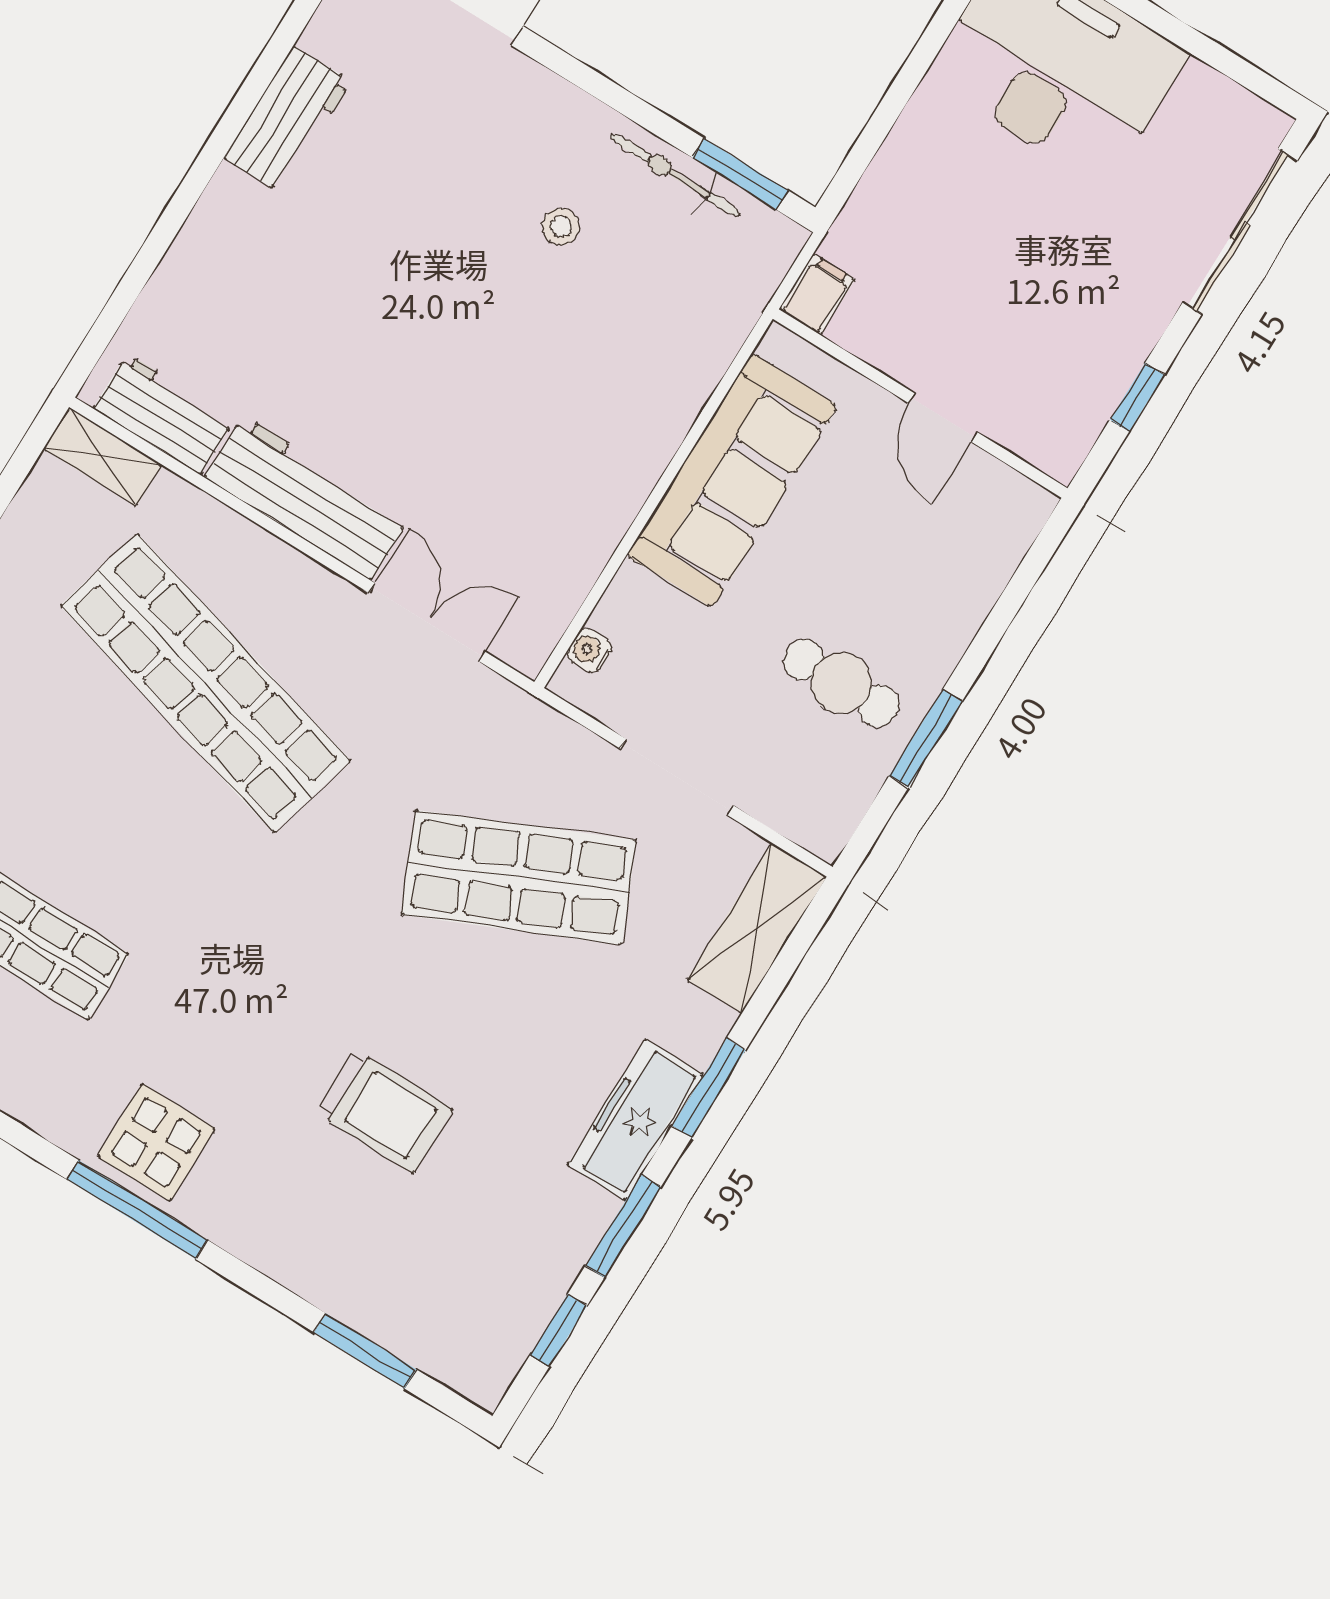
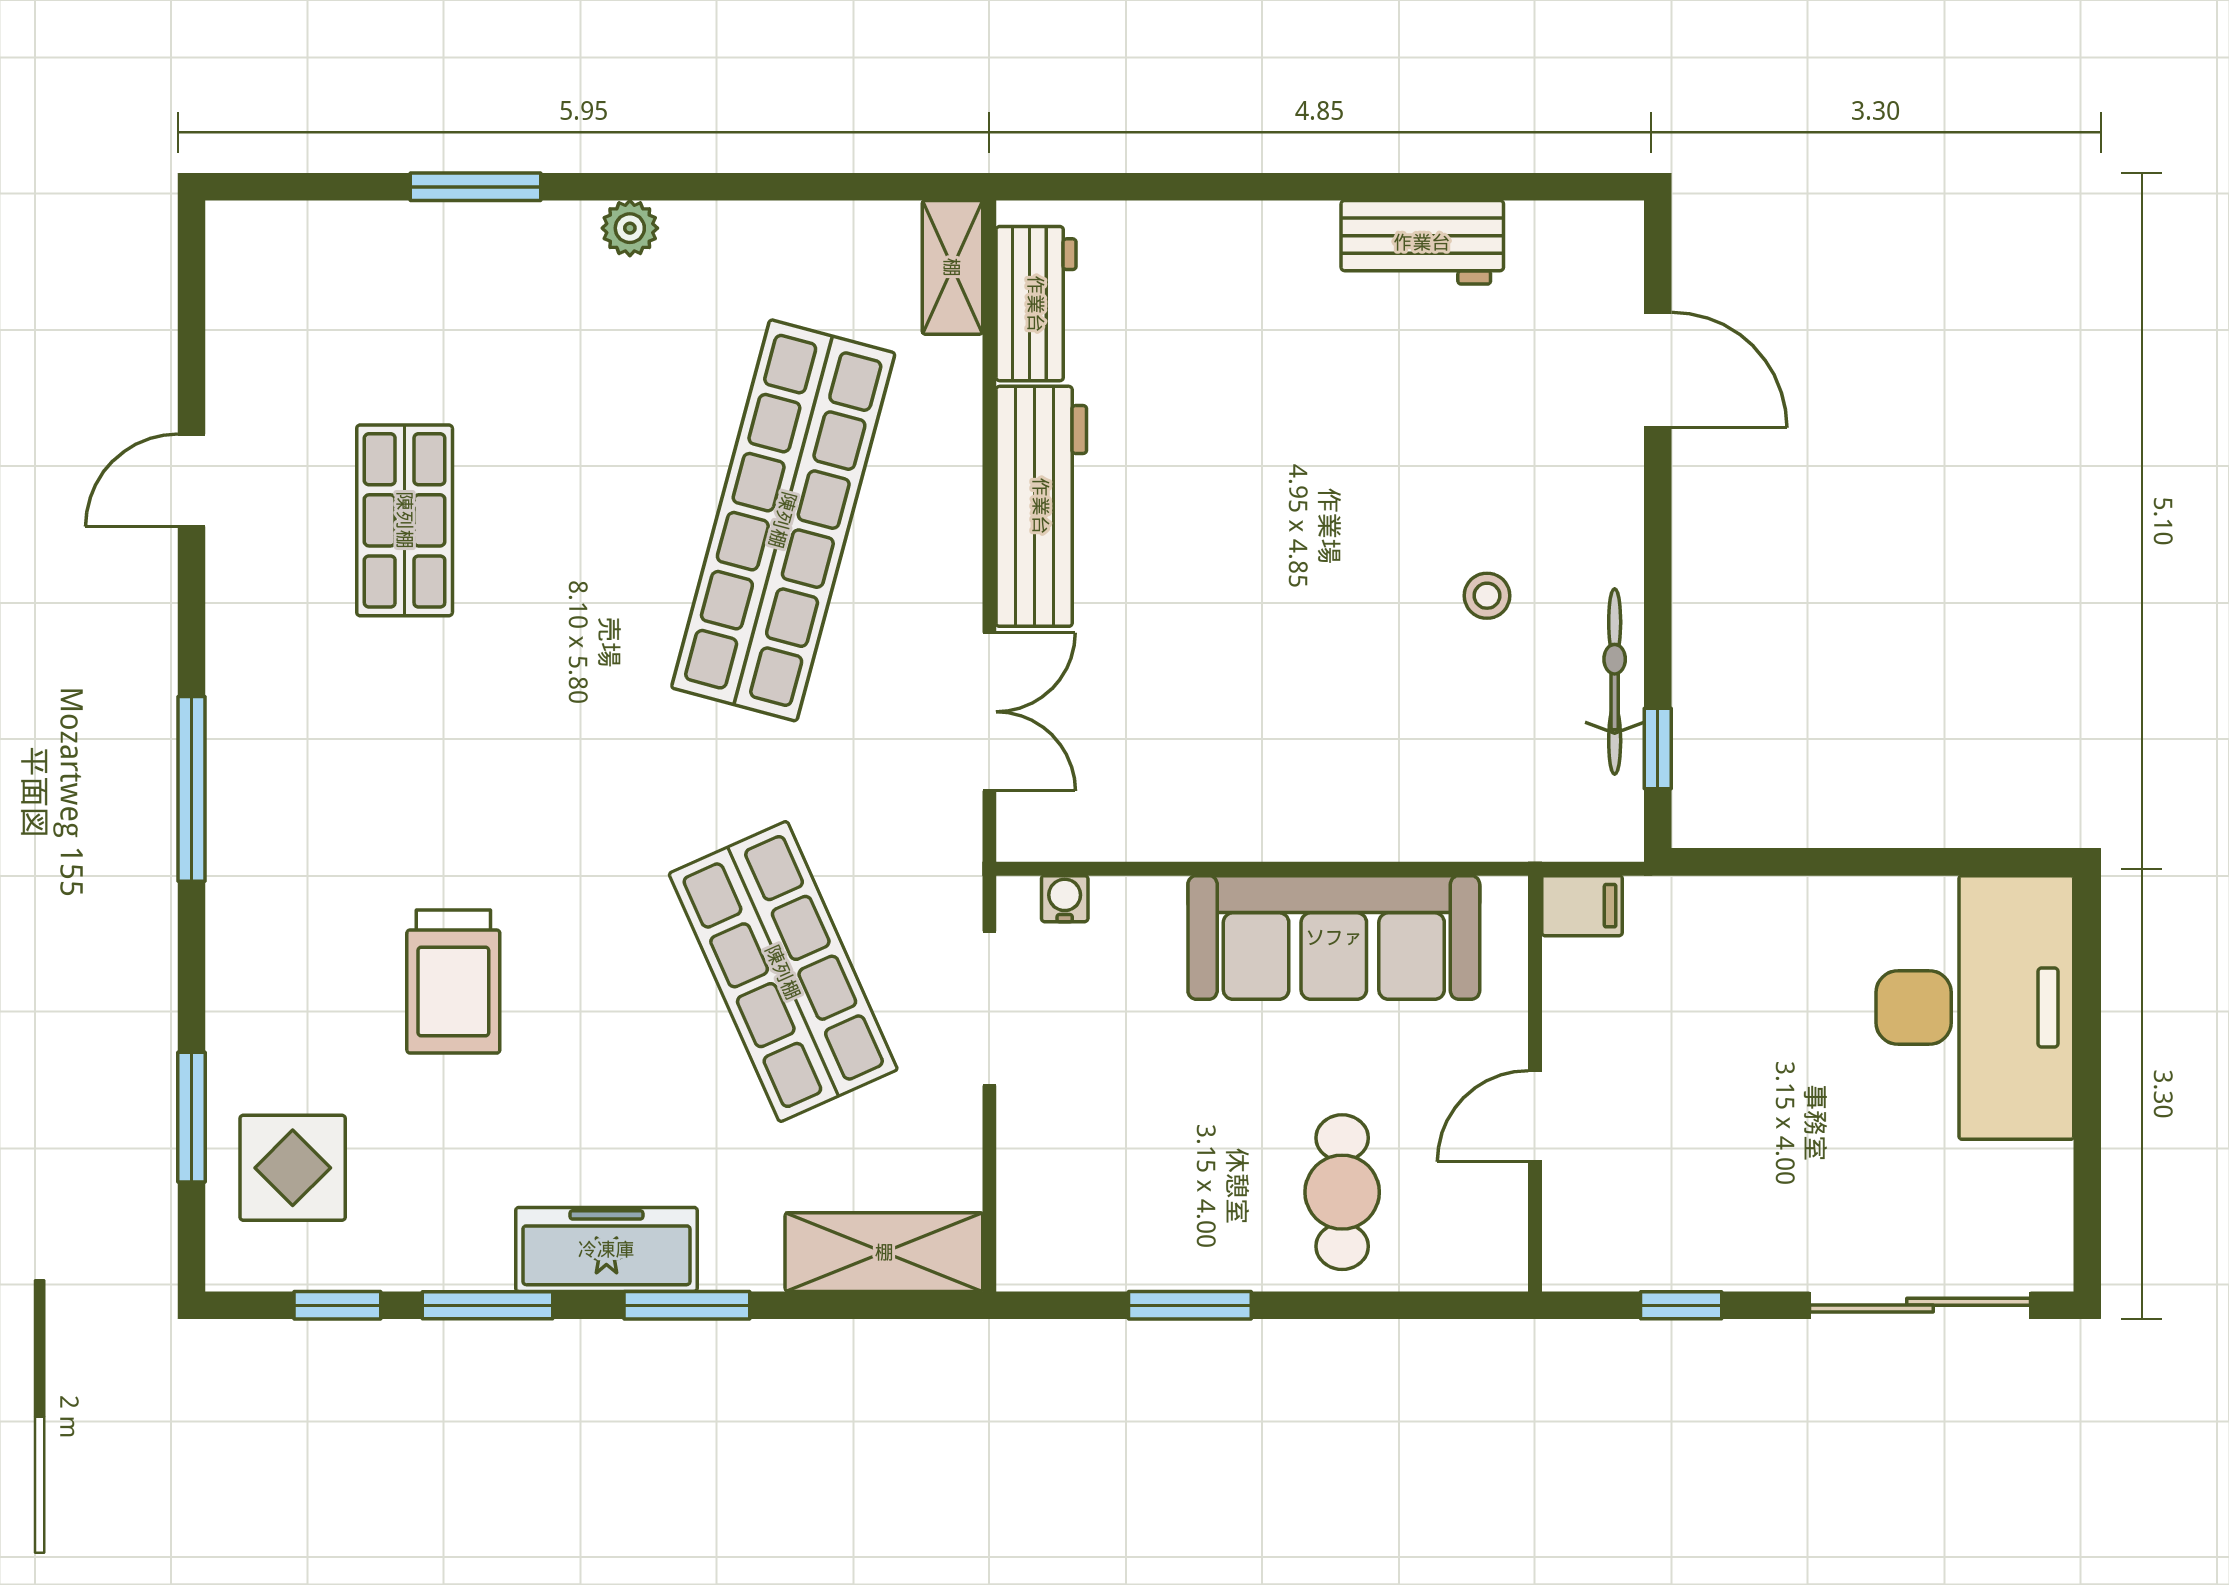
window: (740, 174) -> (1658, 748), width x0.67
cafe table: (841, 683) -> (1342, 1192), moved
doorway: (677, 777) -> (989, 1008), moved
display table: (156, 1142) -> (293, 1168), moved

